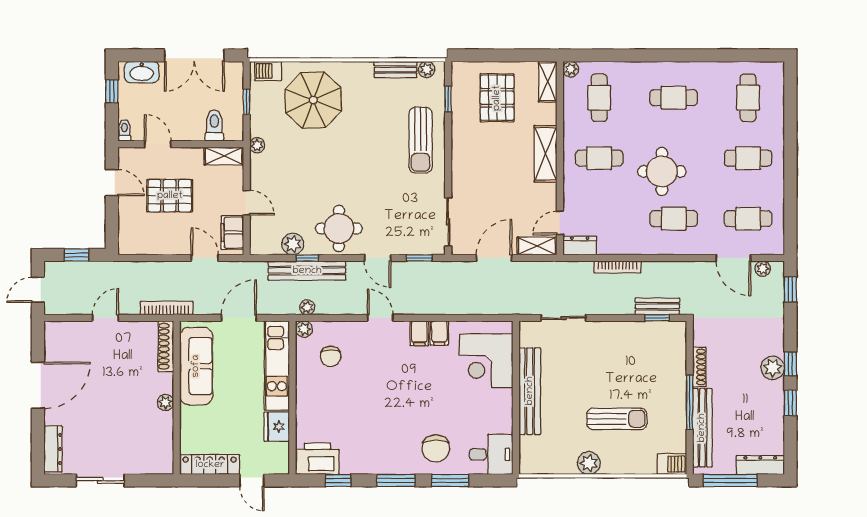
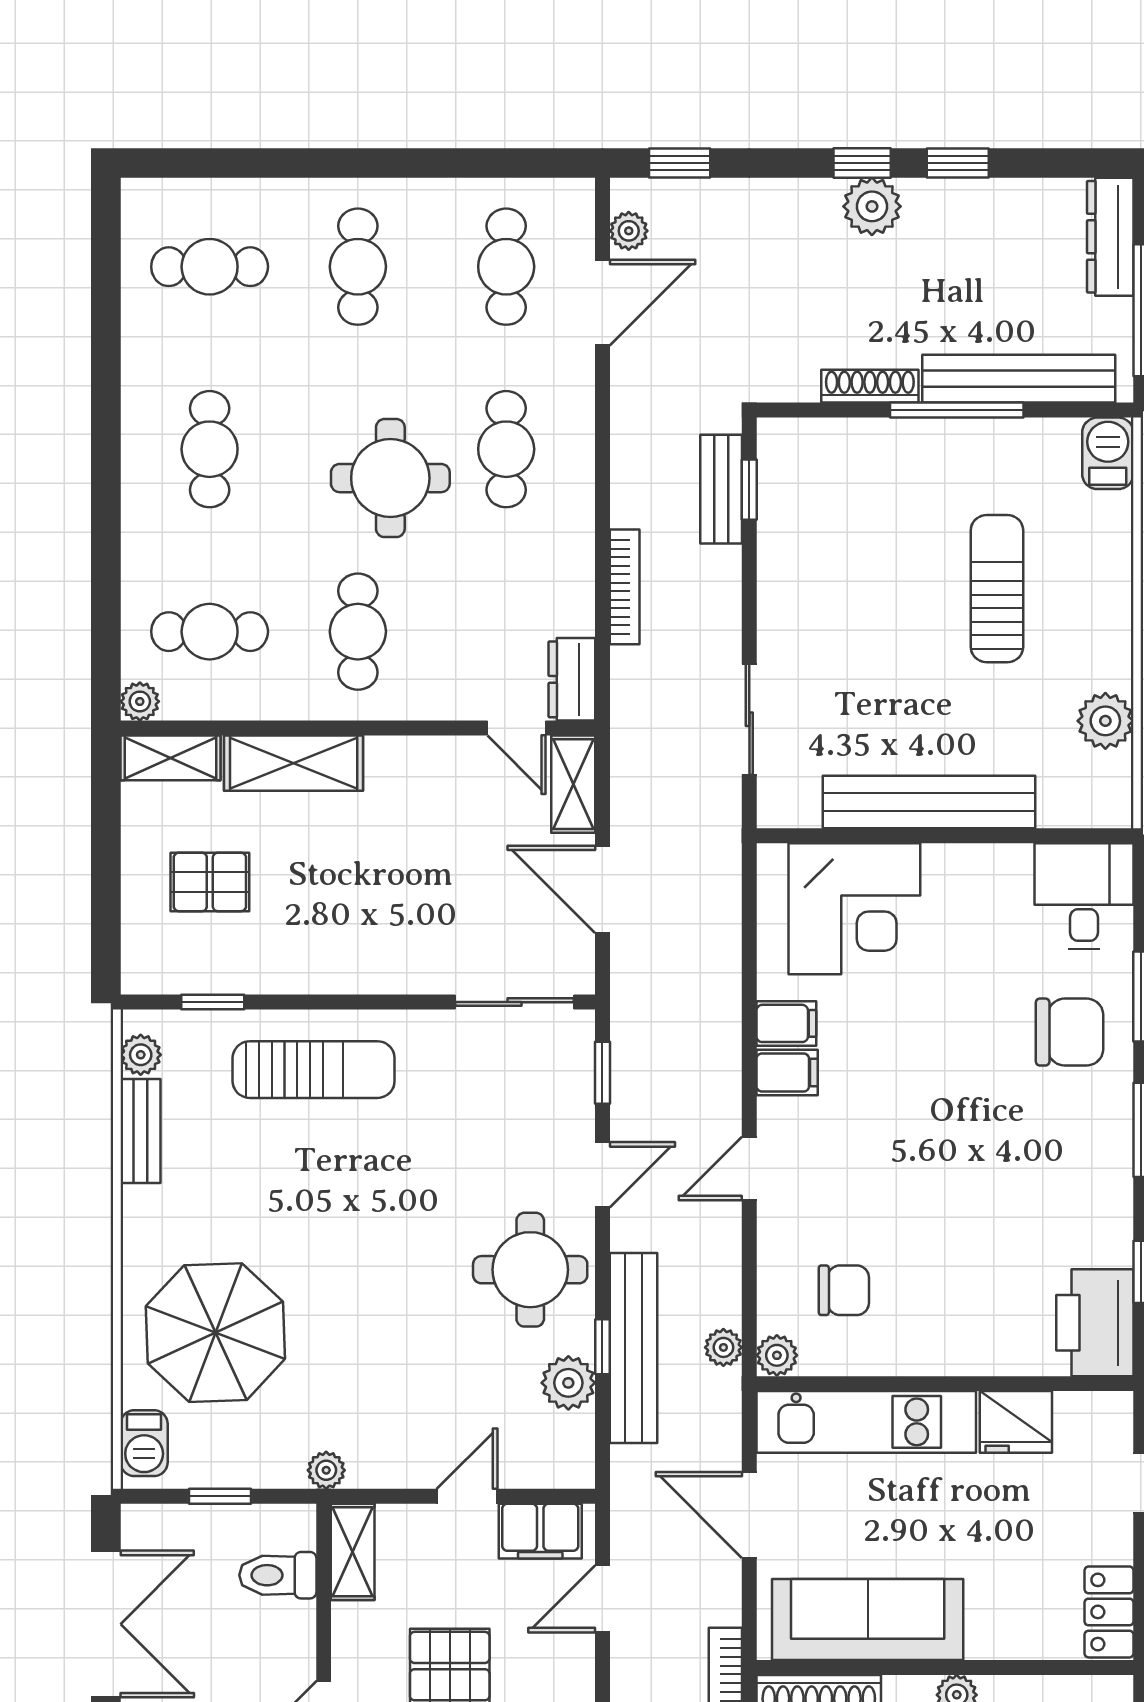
pallet: (497, 98) -> (210, 882), width x0.67, depth x0.71
shelving: (546, 154) -> (294, 763), moved
plant: (589, 463) -> (1105, 721), moved
locker: (210, 465) -> (1109, 1612), width x0.66

